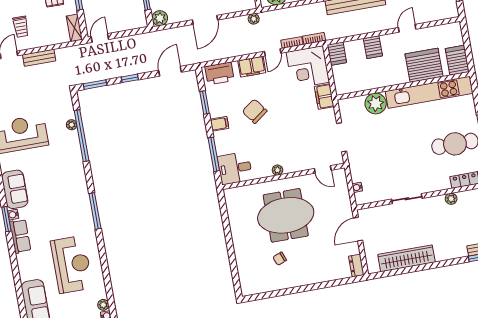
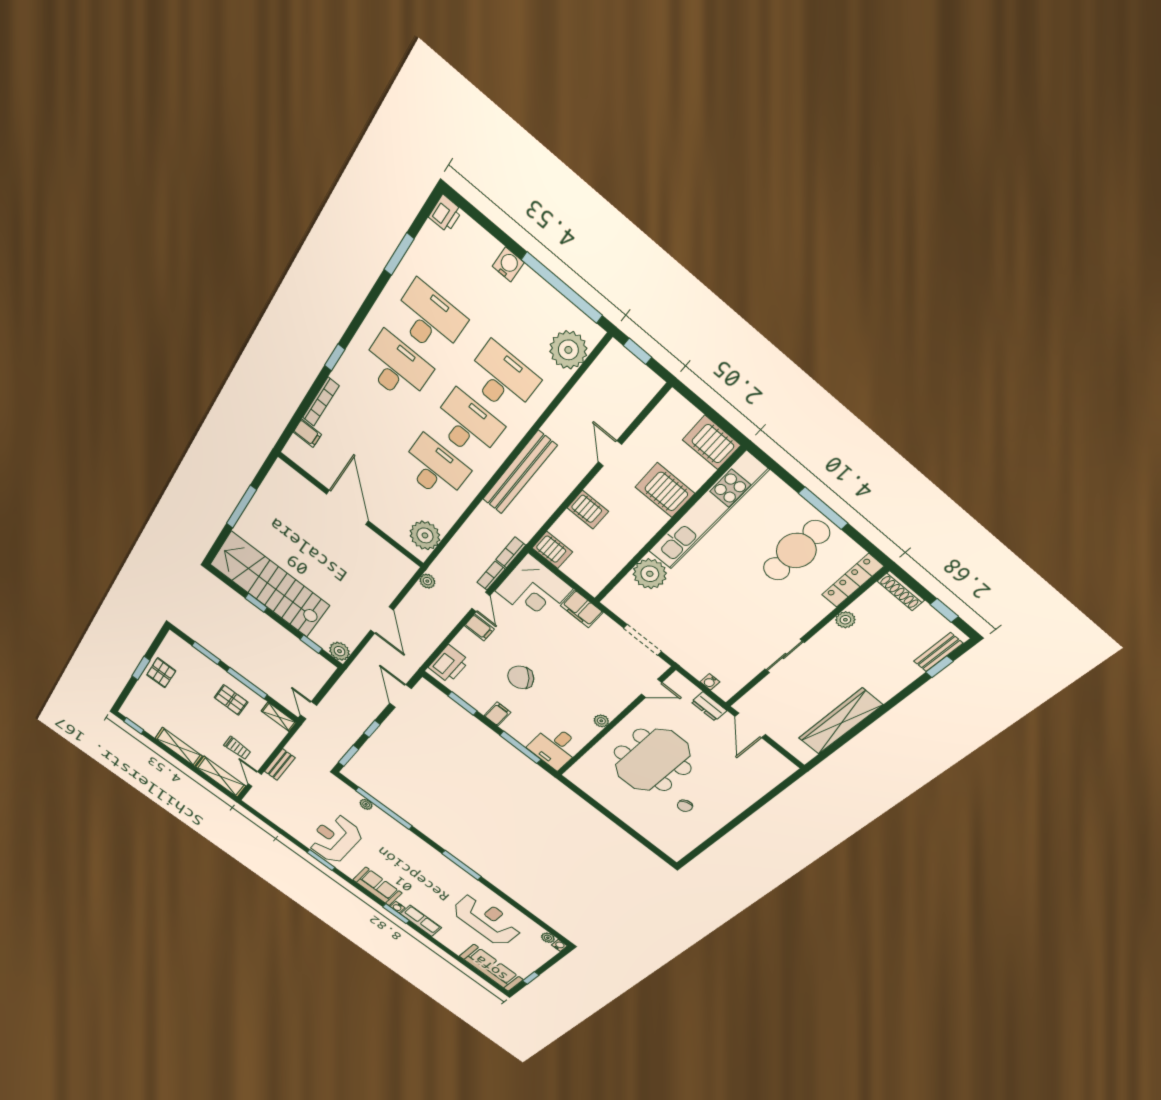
server rack: (424, 65) -> (665, 490), width x0.62
filing cabinet: (252, 67) -> (479, 627), width x0.50
dresser: (356, 266) -> (709, 706), moved

